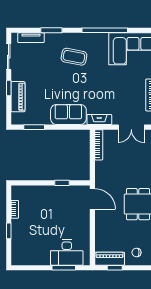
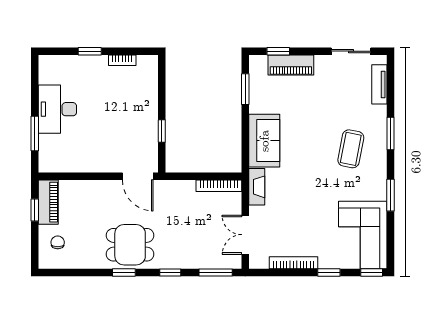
window: (51, 30) -> (390, 134), moved
window: (105, 30) -> (390, 195), width x0.47
window: (9, 88) -> (278, 51), moved
door: (92, 199) -> (138, 176), hinge flipped
desk: (67, 253) -> (57, 109), moved

